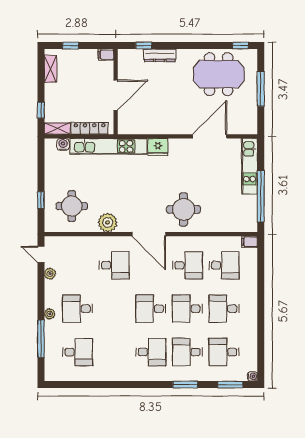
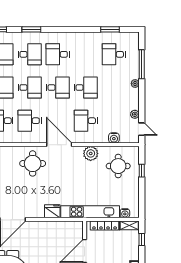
water cooler: (77, 243) -> (114, 138), added
desk: (78, 309) -> (86, 88), moved
window: (82, 385) -> (110, 29), added

